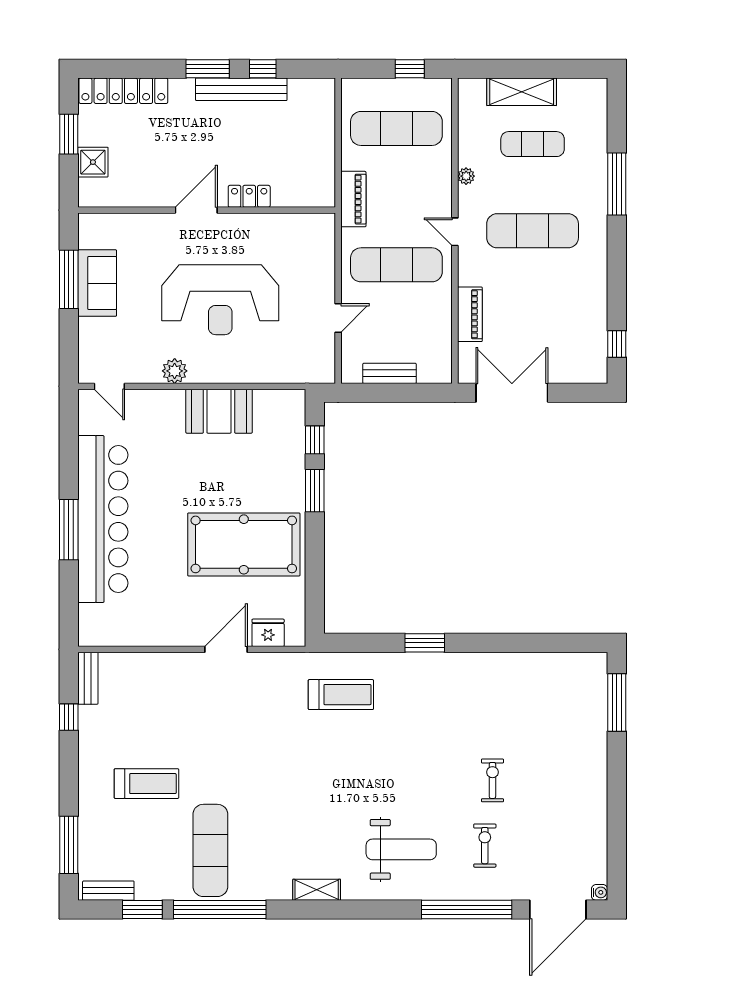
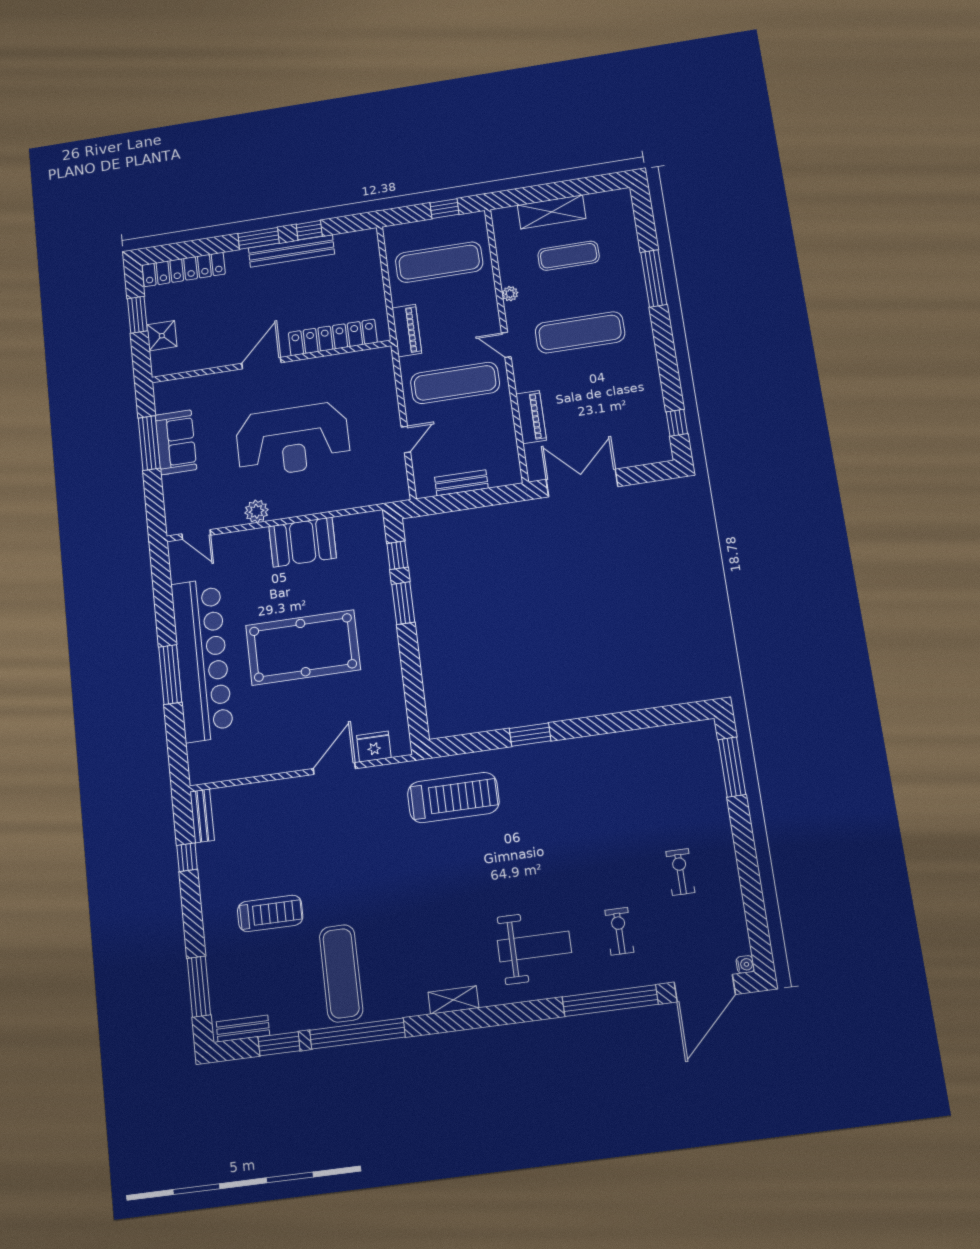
locker: (249, 196) -> (333, 337), width x2.16, depth x1.21
pool table: (244, 544) -> (303, 648), moved
treadmill: (341, 695) -> (453, 798), width x1.37, depth x1.38
exercise bike: (492, 780) -> (680, 872), moved

